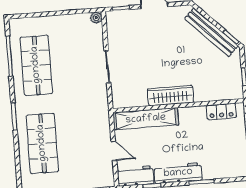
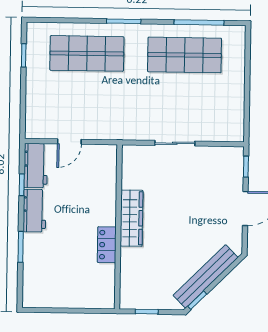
plant: (96, 18) -> (237, 135), removed
locker: (221, 111) -> (107, 245), moved
shelving: (146, 119) -> (106, 185), removed
workbench: (178, 173) -> (34, 211), width x0.73

